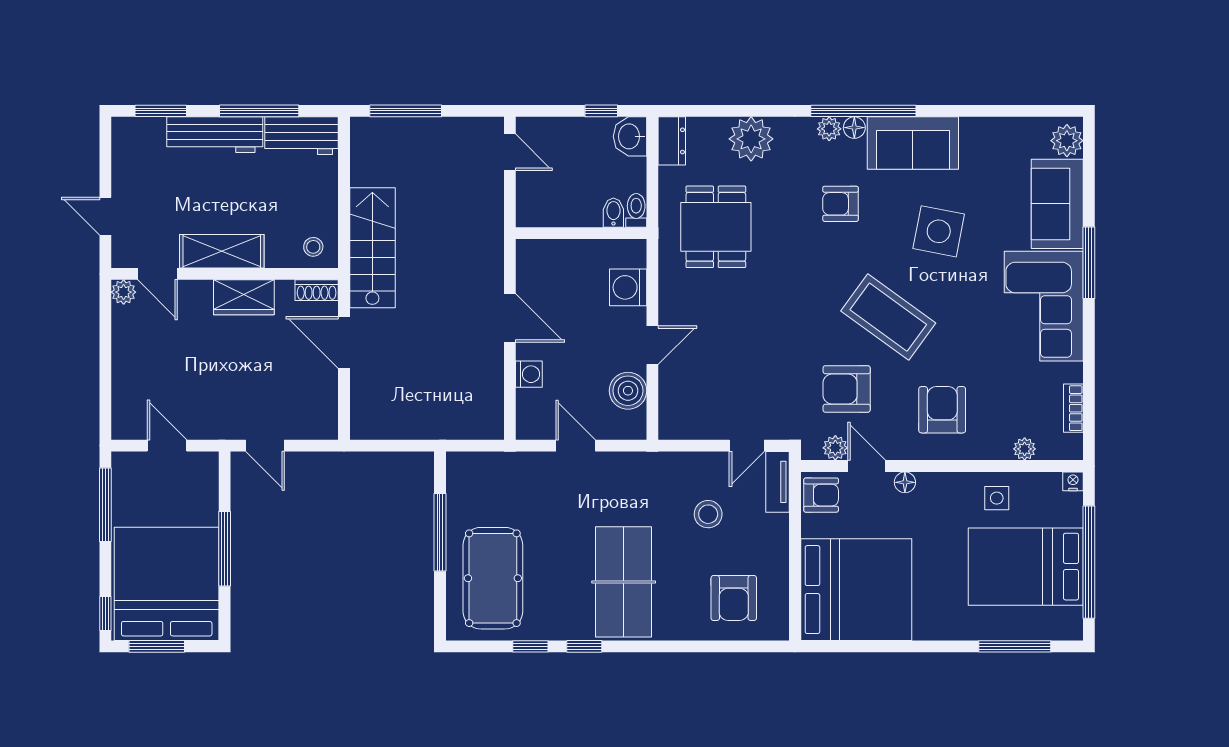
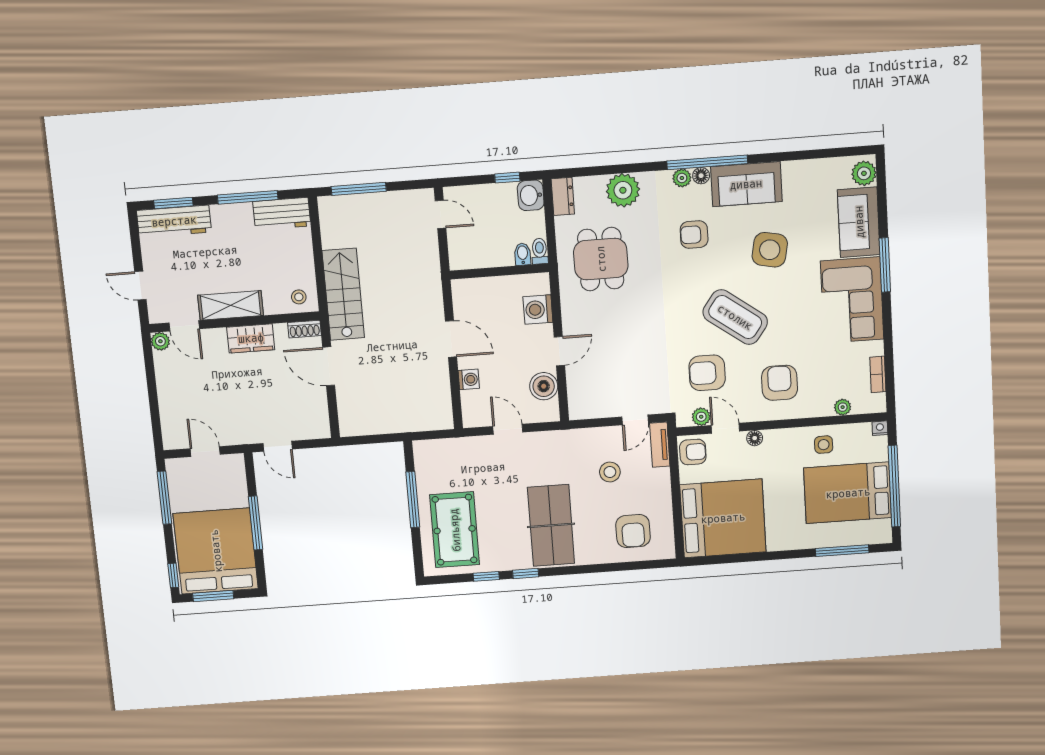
workbench: (215, 135) -> (174, 221), moved

